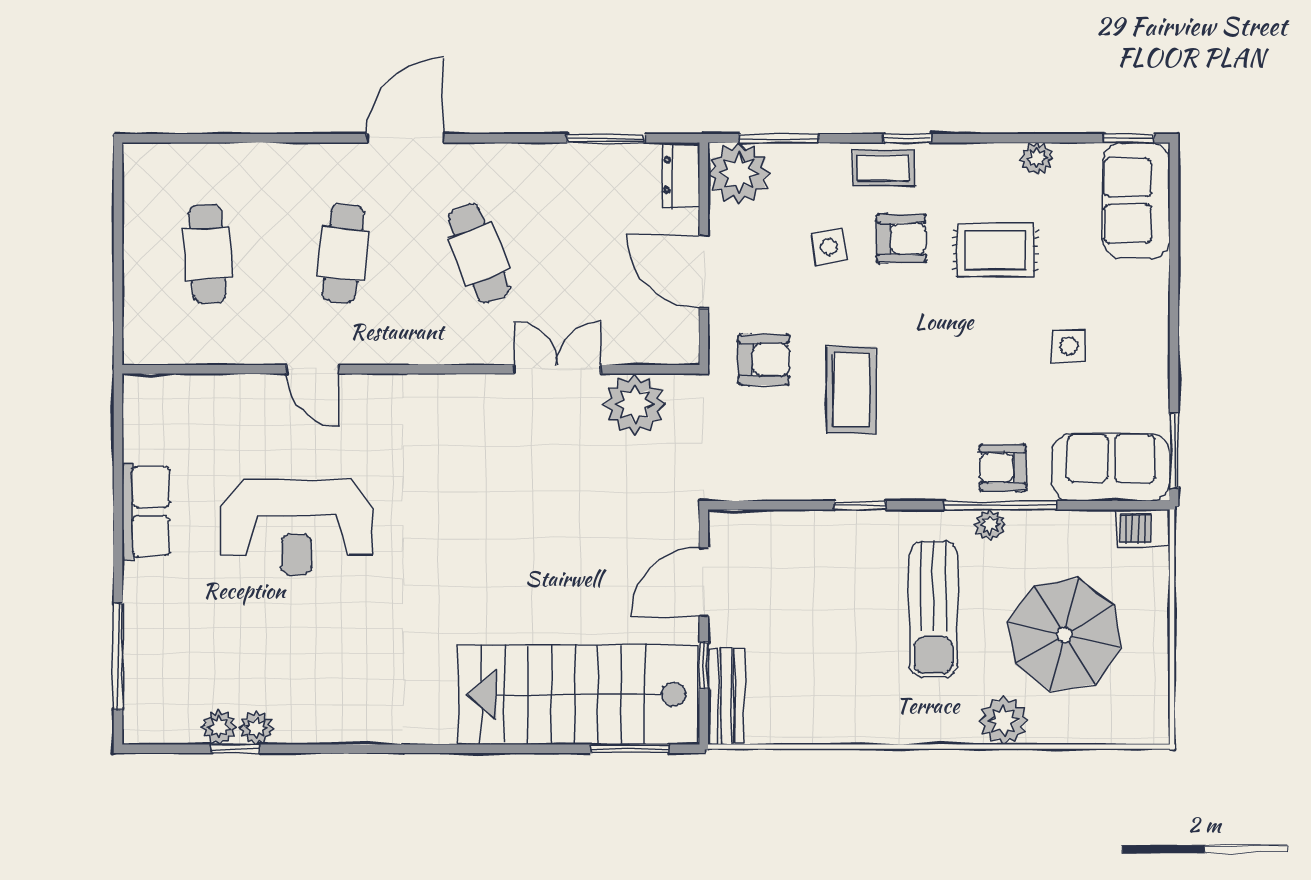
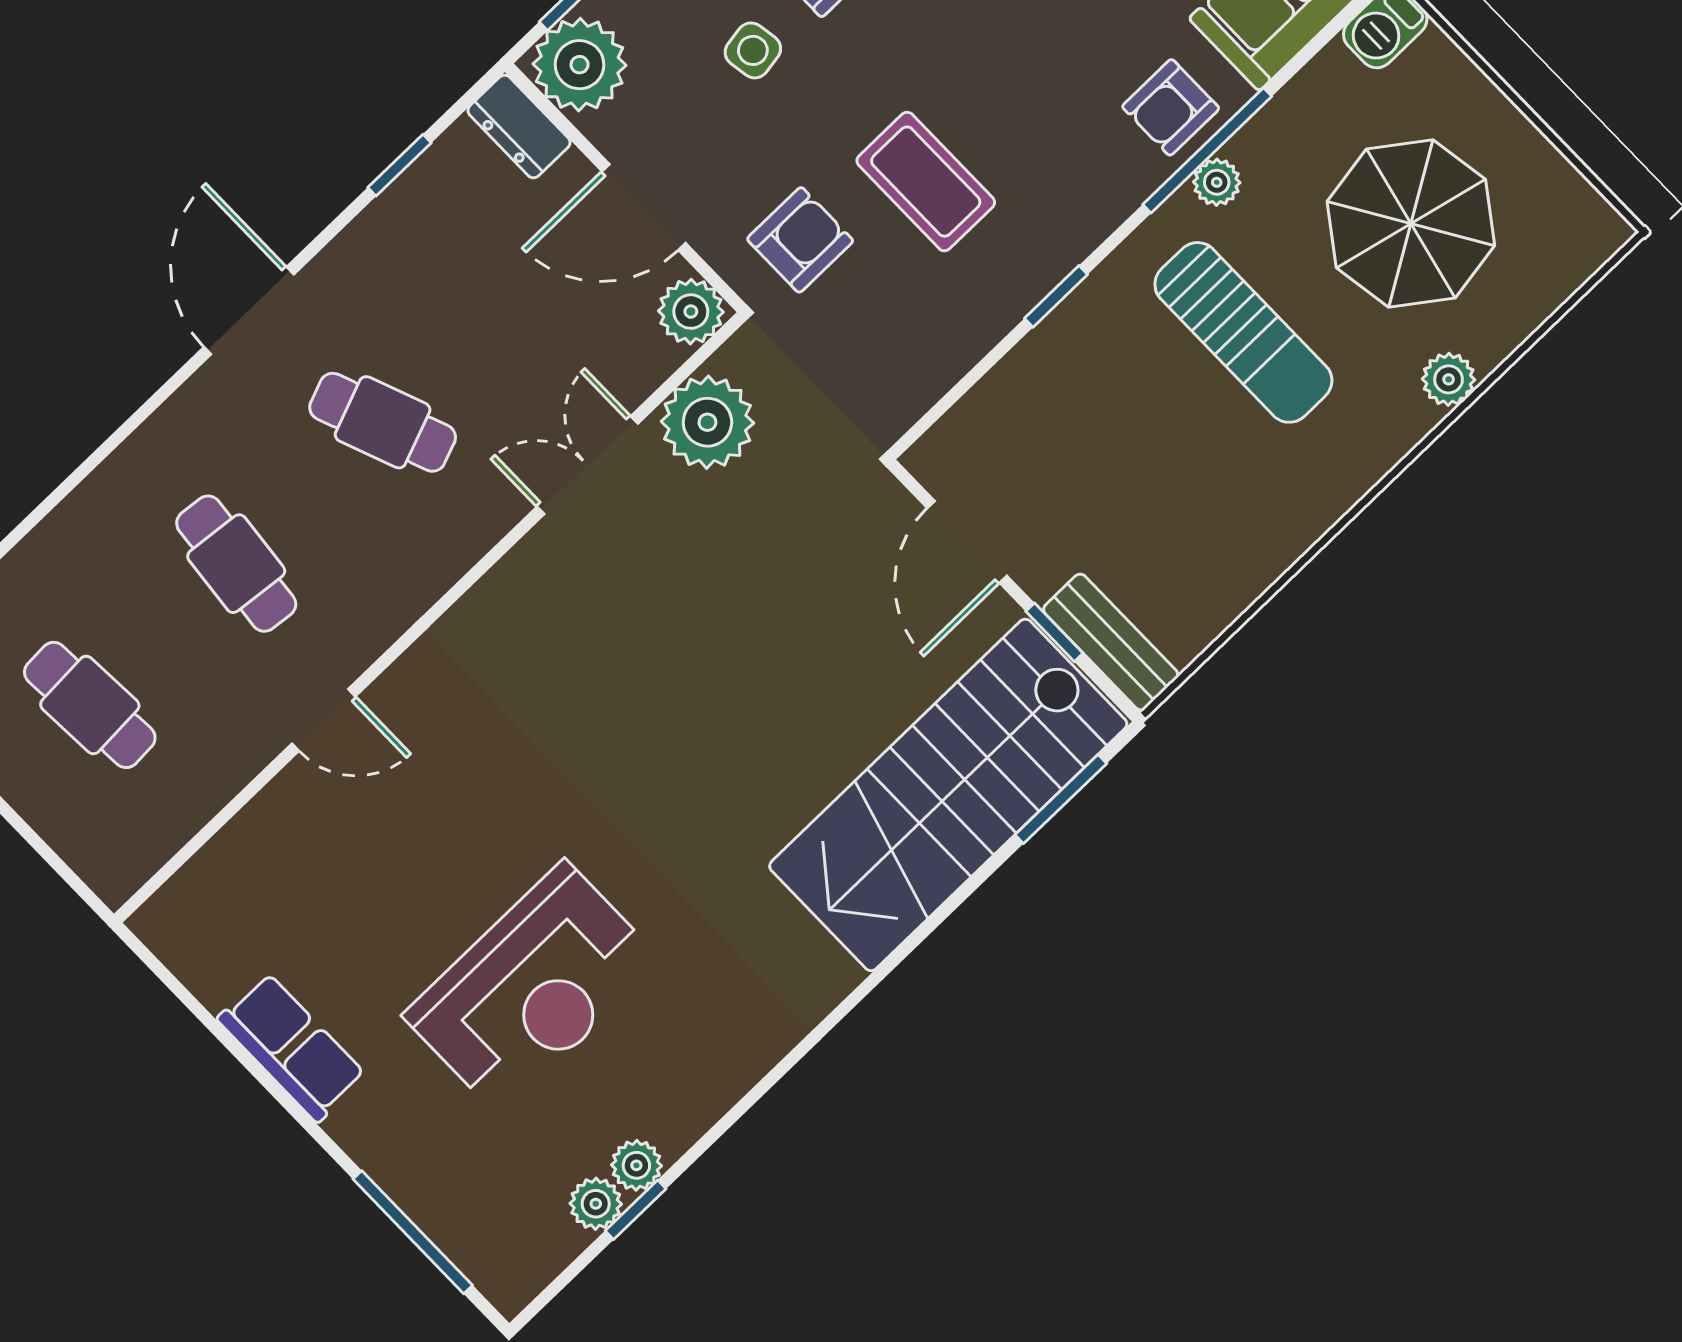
door: (405, 138) -> (249, 311), moved
window: (606, 138) -> (400, 165), width x0.67
plant: (678, 343) -> (691, 312), added
reception desk: (296, 527) -> (532, 988), moved
plant: (1004, 720) -> (1449, 379), width x0.73, depth x0.73

